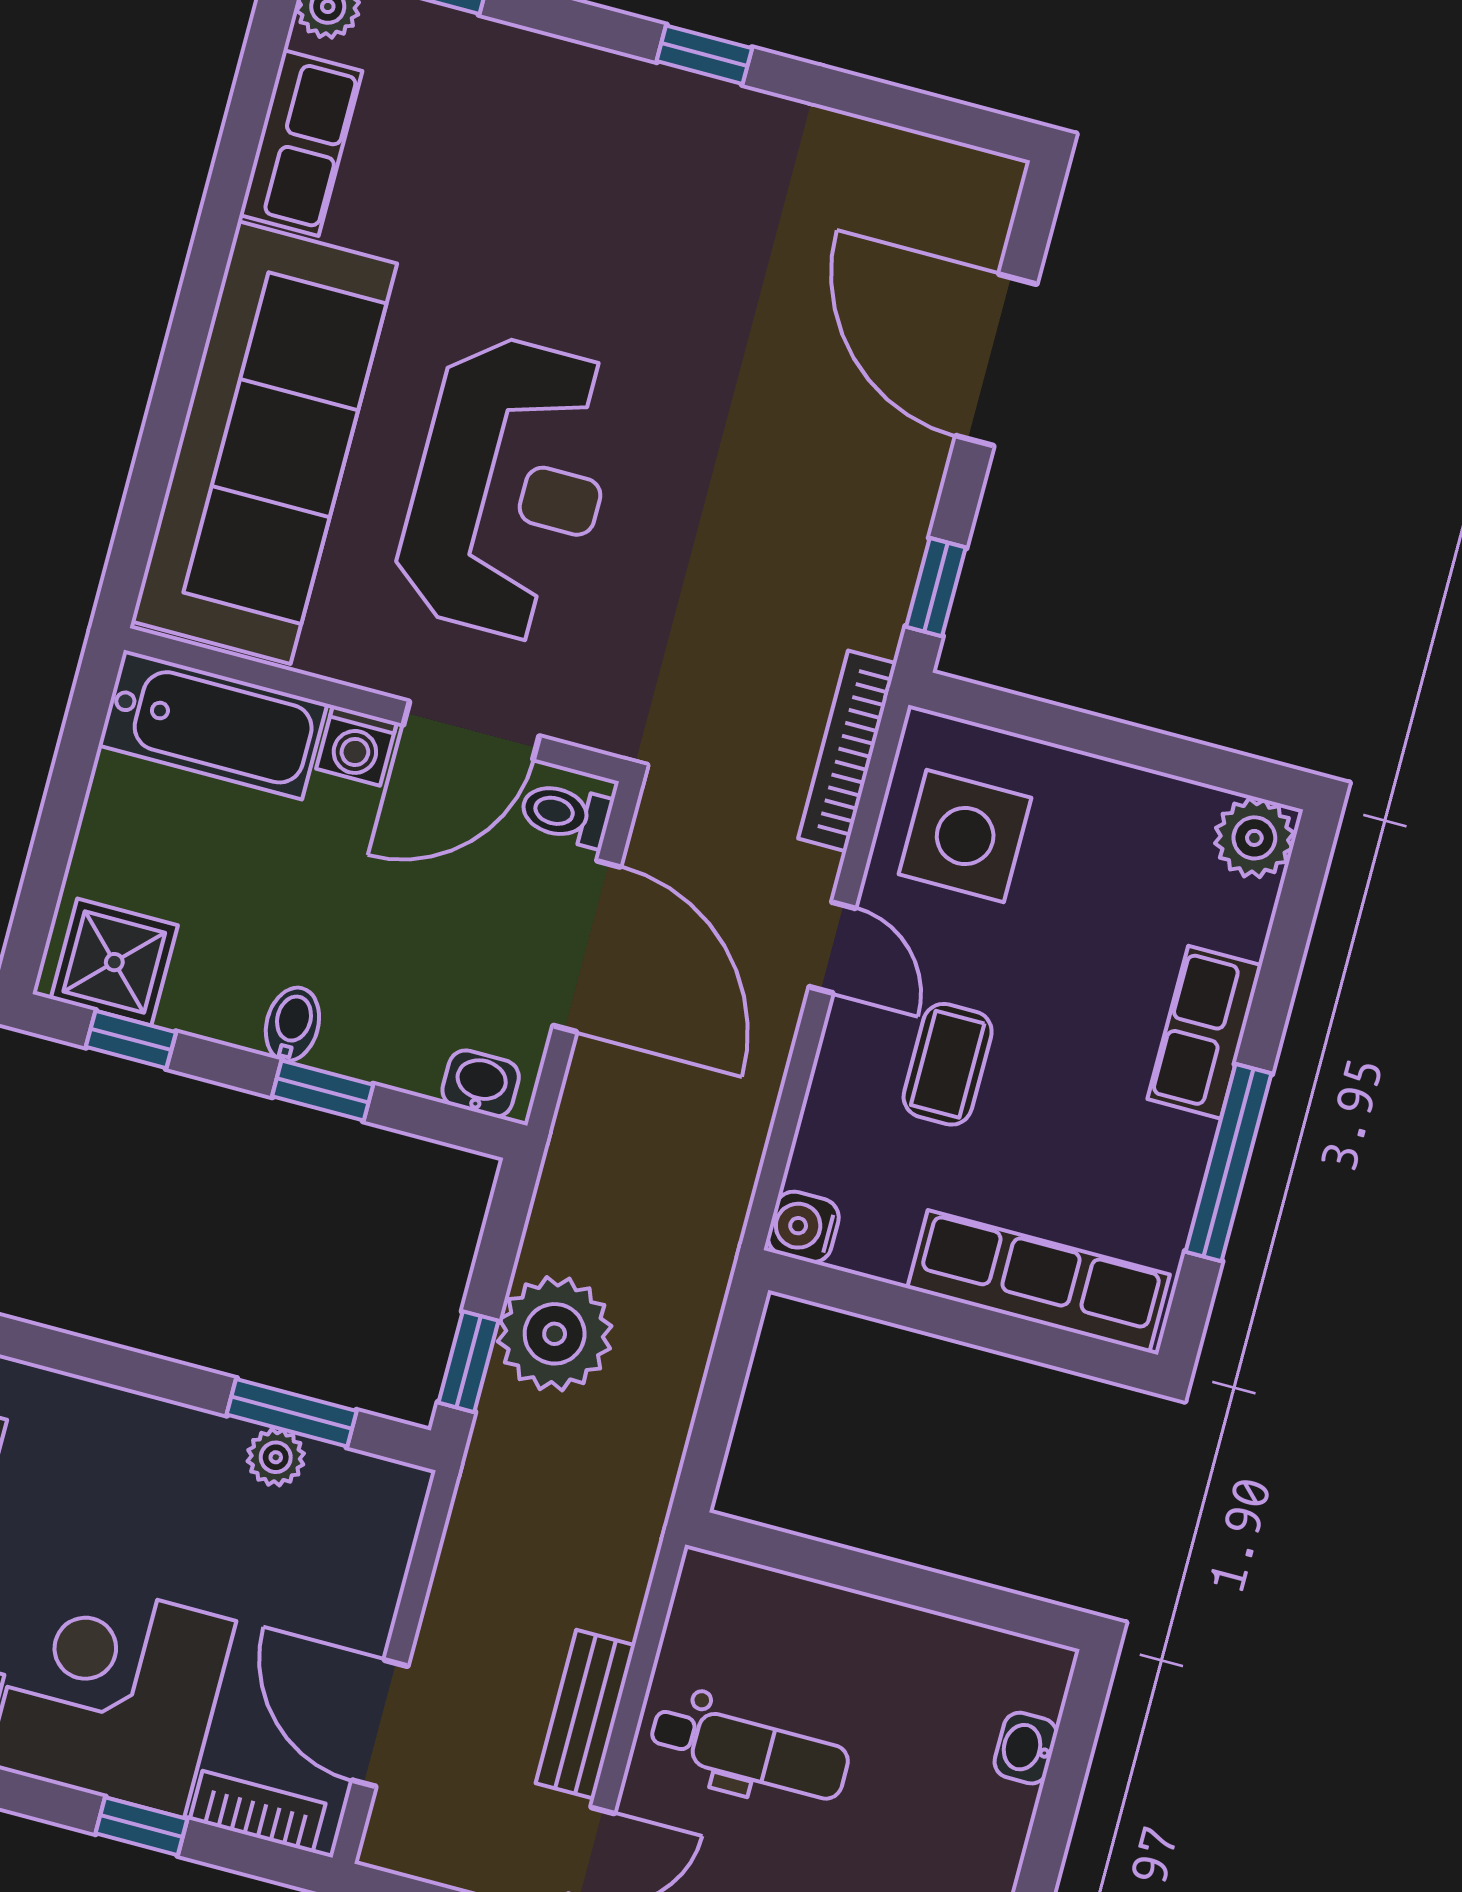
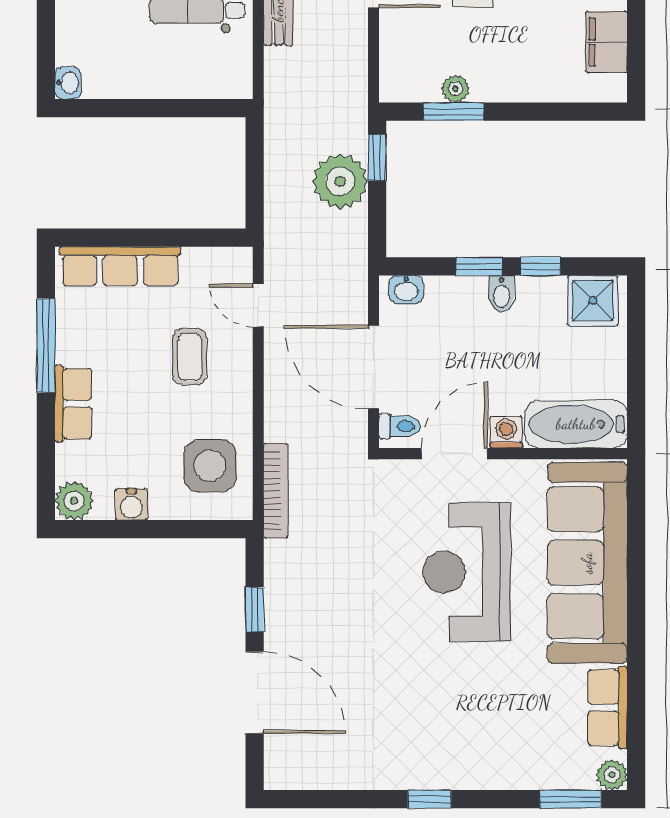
window: (936, 587) -> (255, 610), moved
door: (832, 948) -> (258, 306), moved
window: (131, 1040) -> (540, 266), moved
water cooler: (803, 1227) -> (131, 504), moved, turned 90
washbasin: (1026, 1748) -> (68, 83), moved

